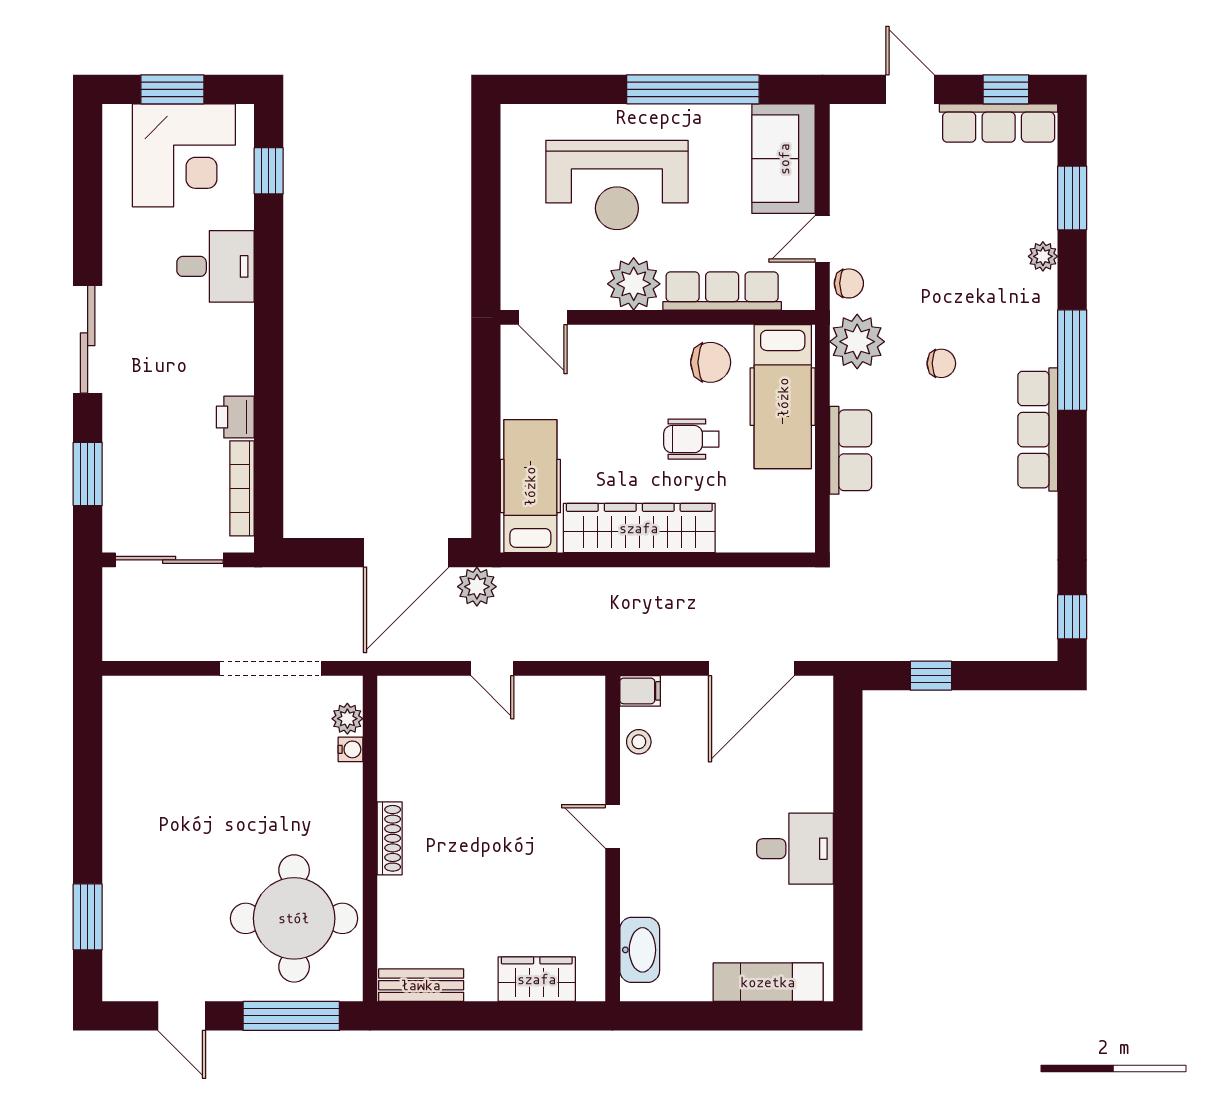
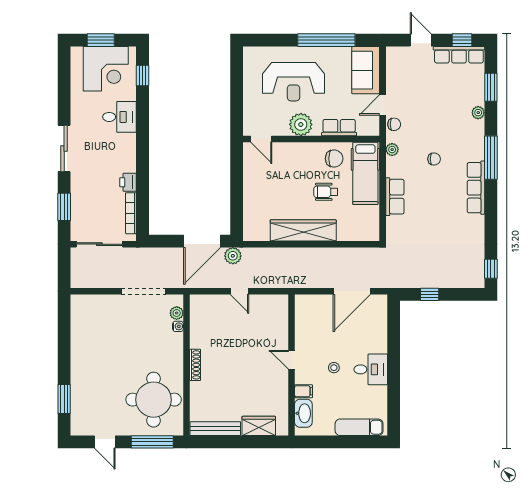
row of seats: (722, 291) -> (339, 128), width x0.68
plant: (857, 342) -> (392, 150), width x0.53, depth x0.53
hospital bed: (530, 486) -> (256, 212), removed
filing cabinet: (640, 691) -> (304, 391), moved
stool: (639, 742) -> (334, 368), moved
bench: (421, 985) -> (215, 429), width x1.36

